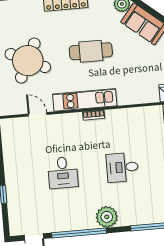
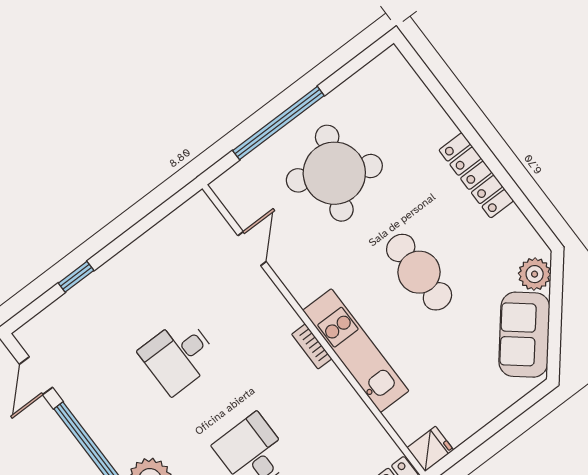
kitchen unit: (85, 100) -> (356, 351), moved

